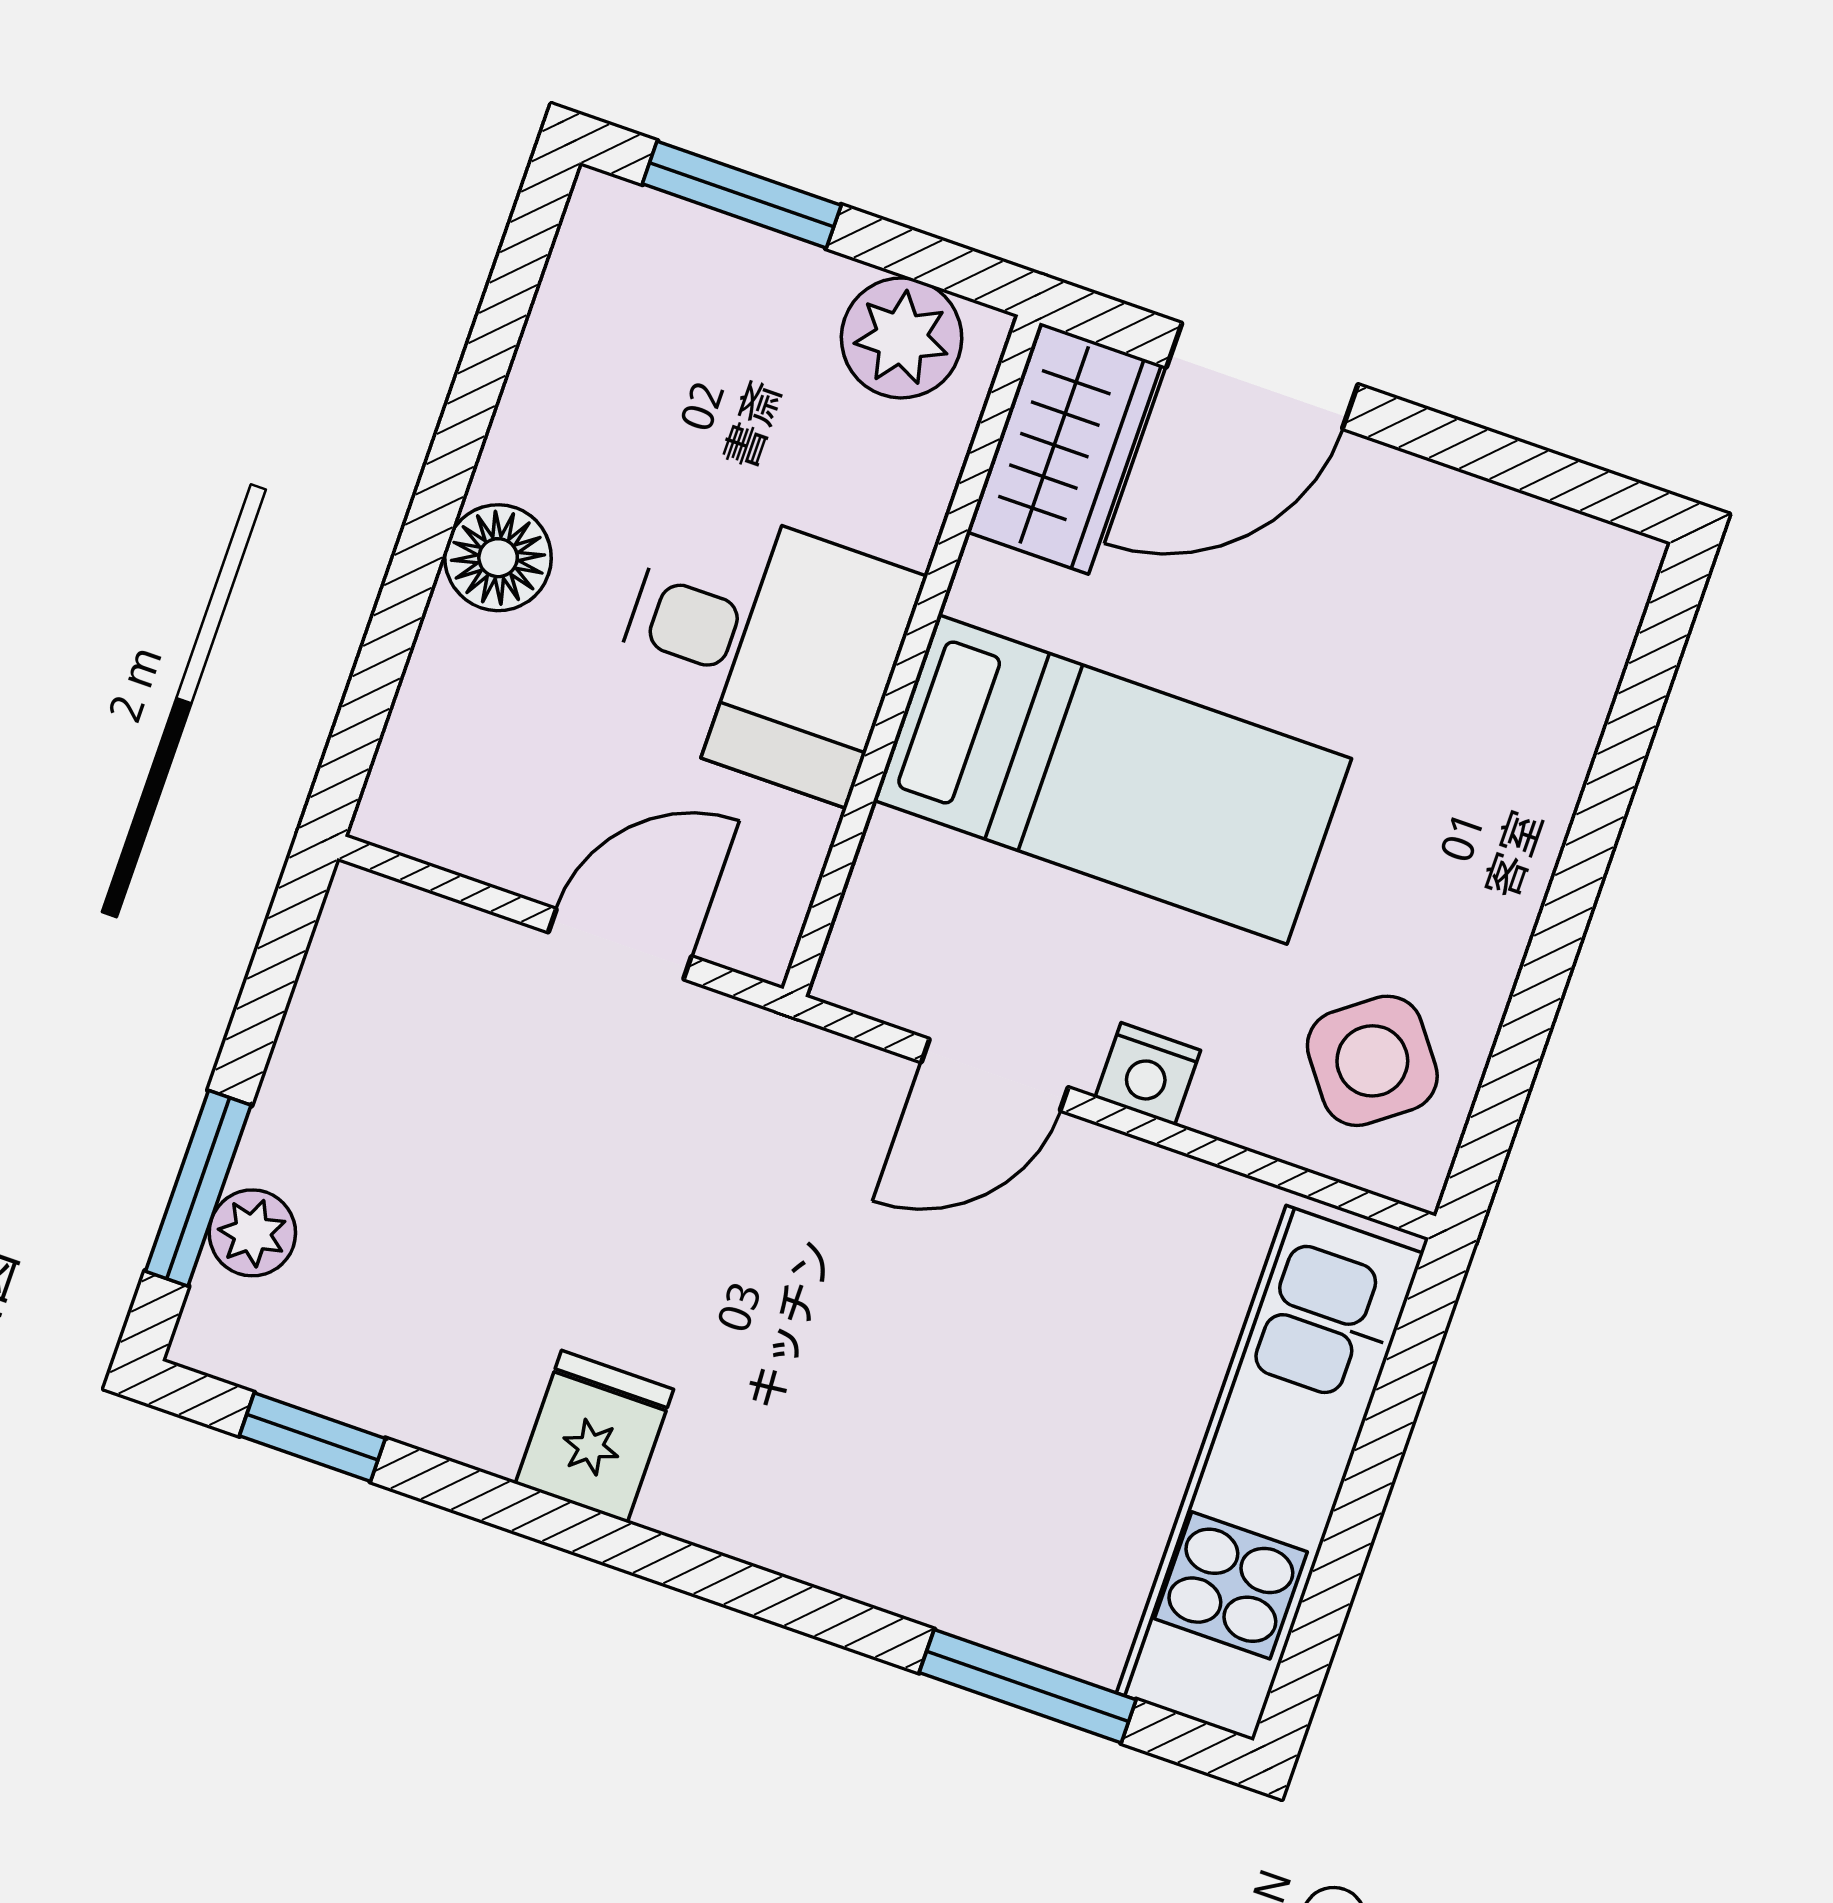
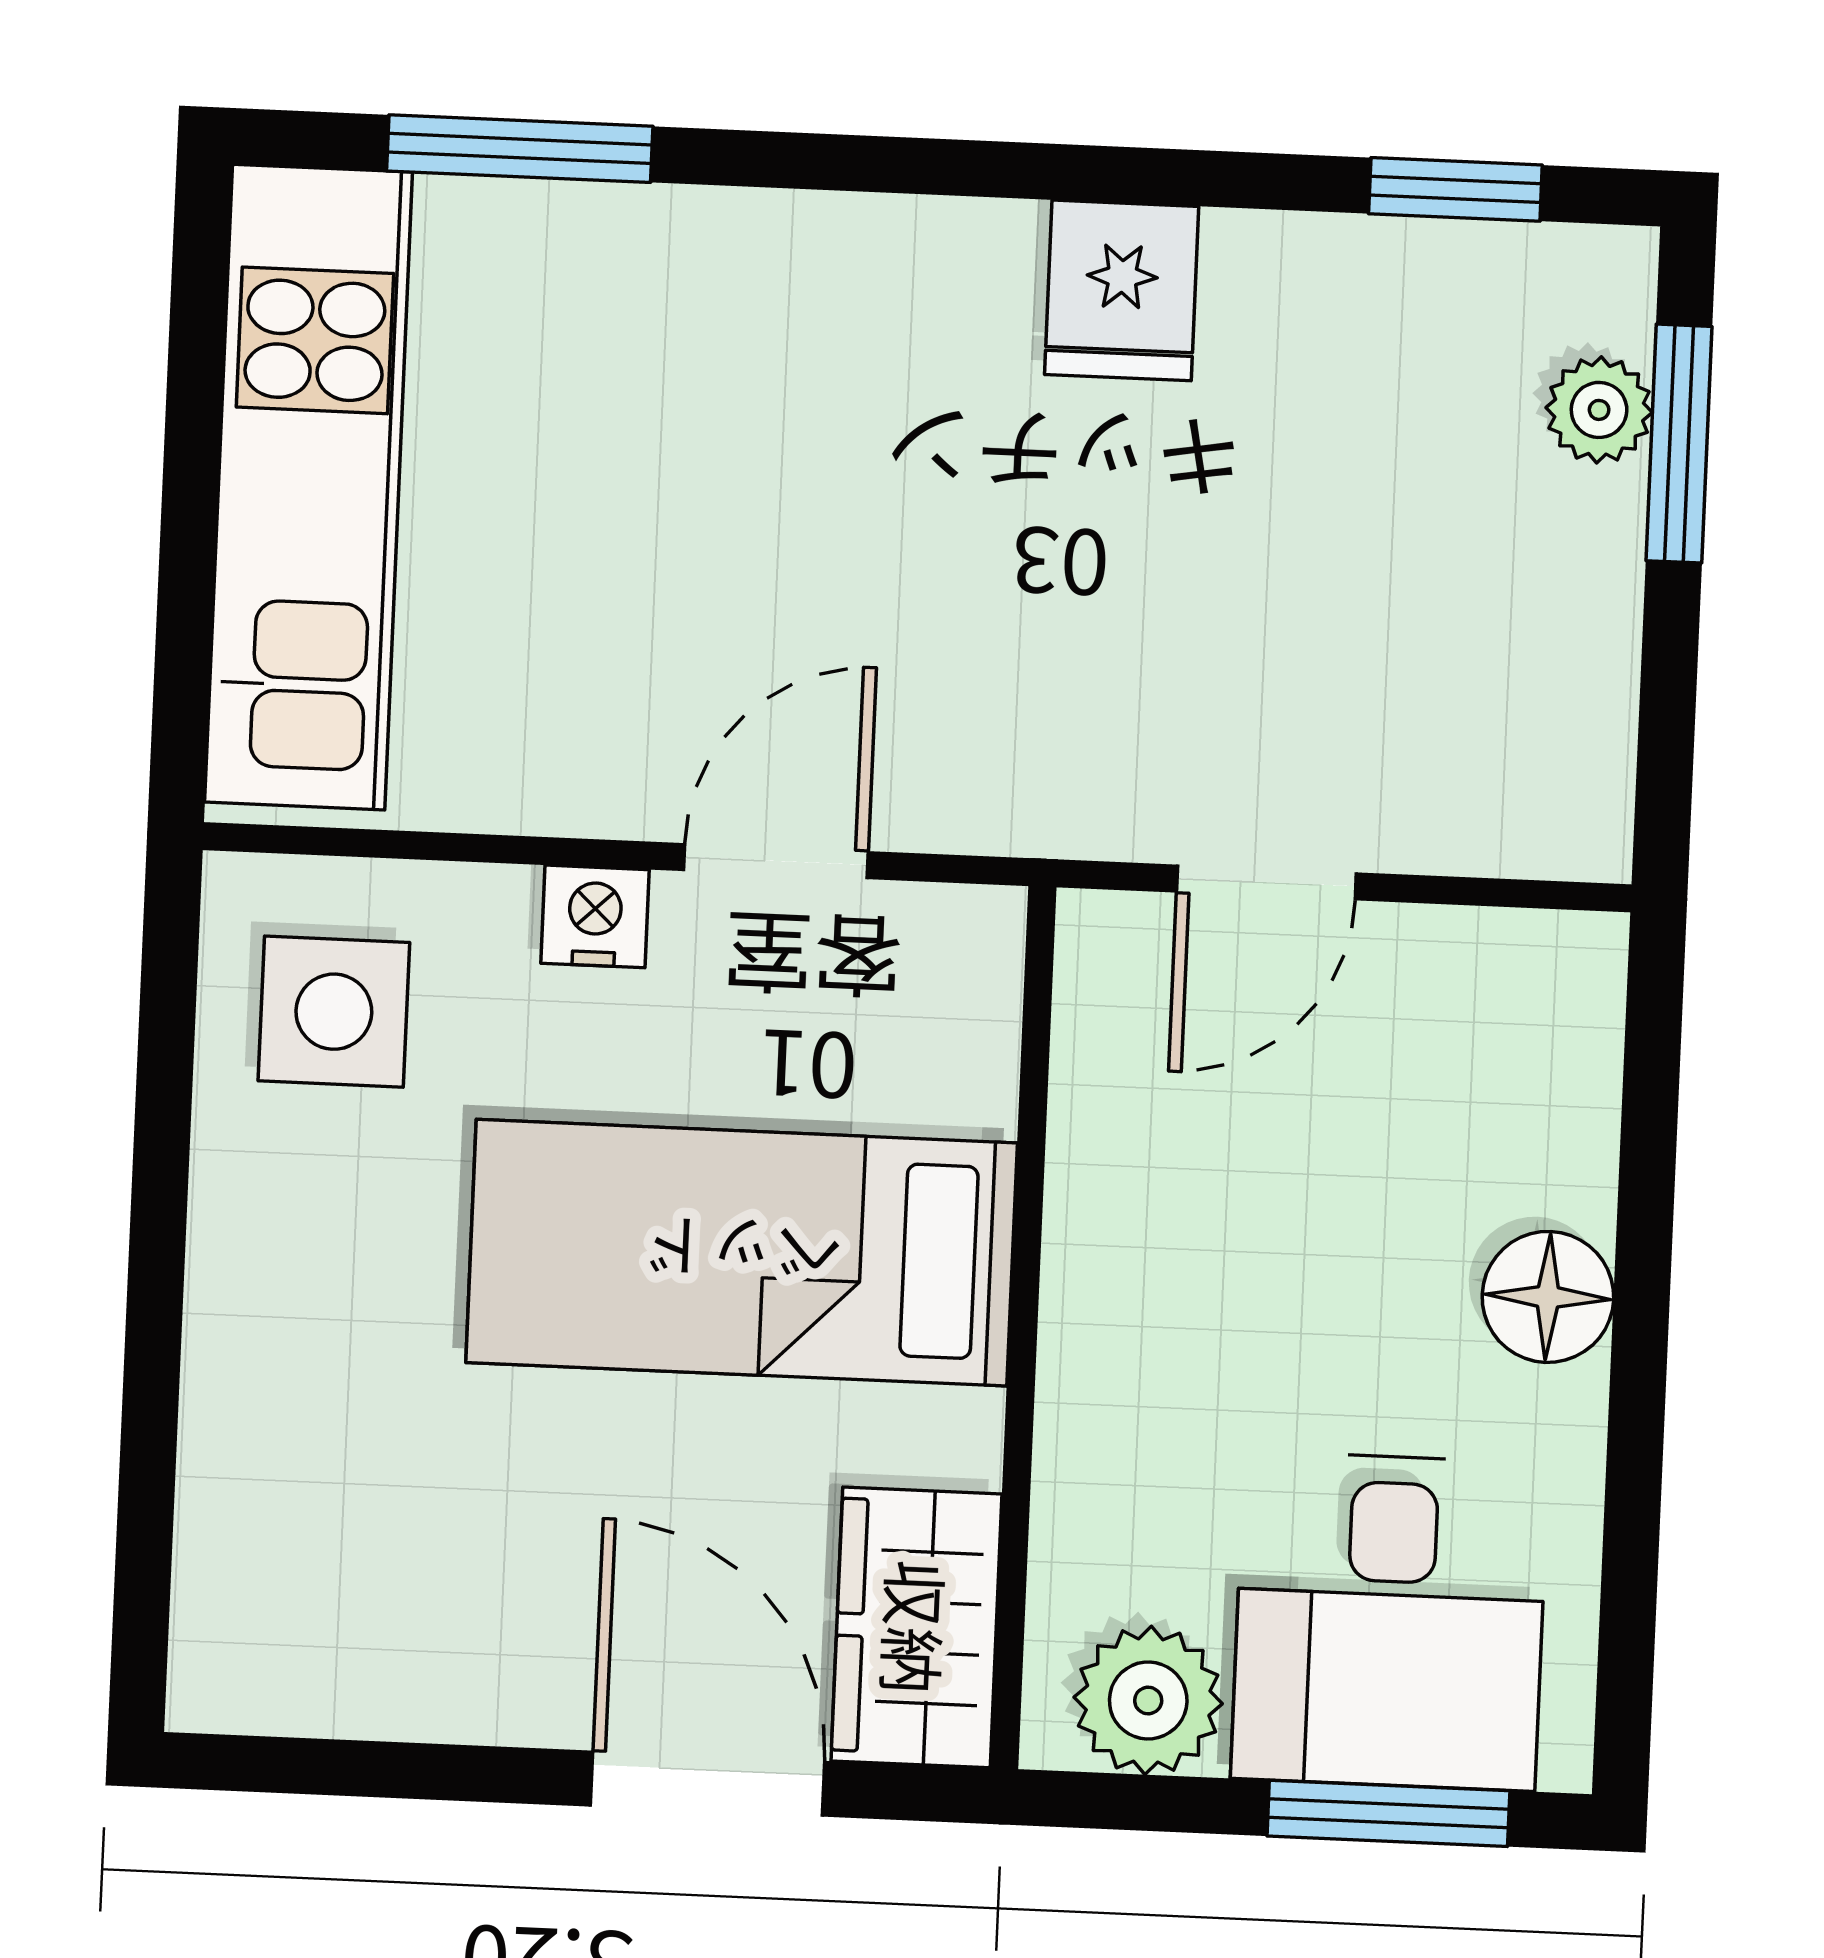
door: (1262, 376) -> (708, 1784), hinge flipped
desk: (761, 649) -> (1390, 1621), moved, turned -90
side table: (1372, 1061) -> (334, 1012), turned 37

